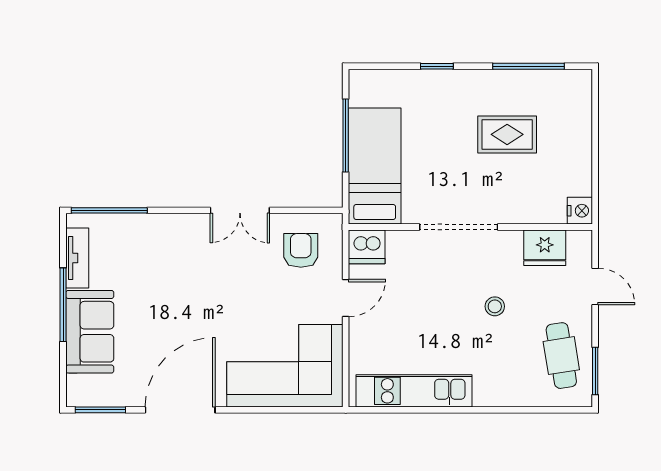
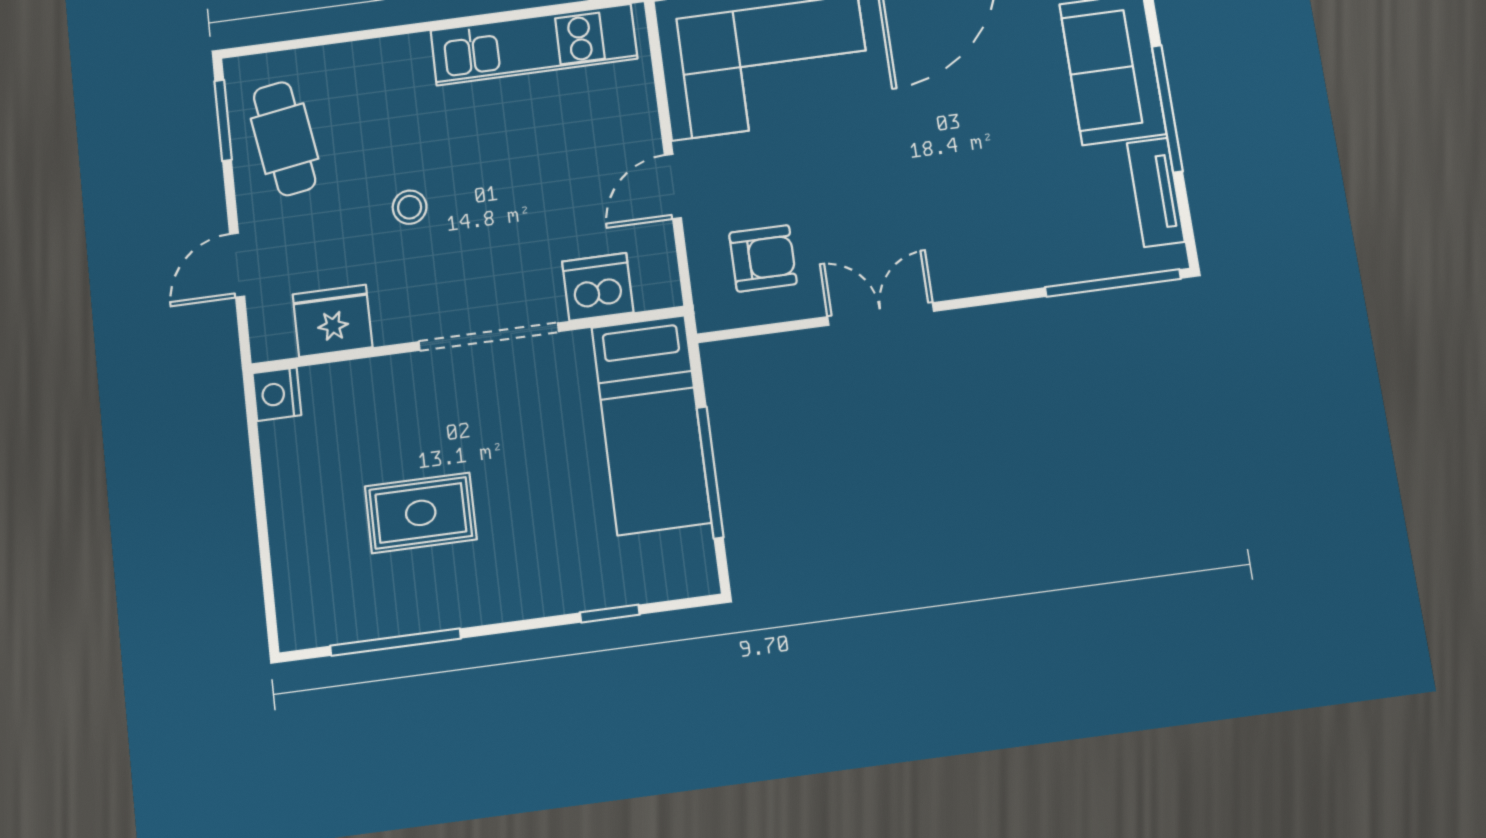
window: (437, 66) -> (610, 614), moved
dishwasher: (367, 247) -> (598, 287), moved
armchair: (301, 250) -> (763, 258), turned -90
door: (595, 286) -> (237, 265), hinge flipped

